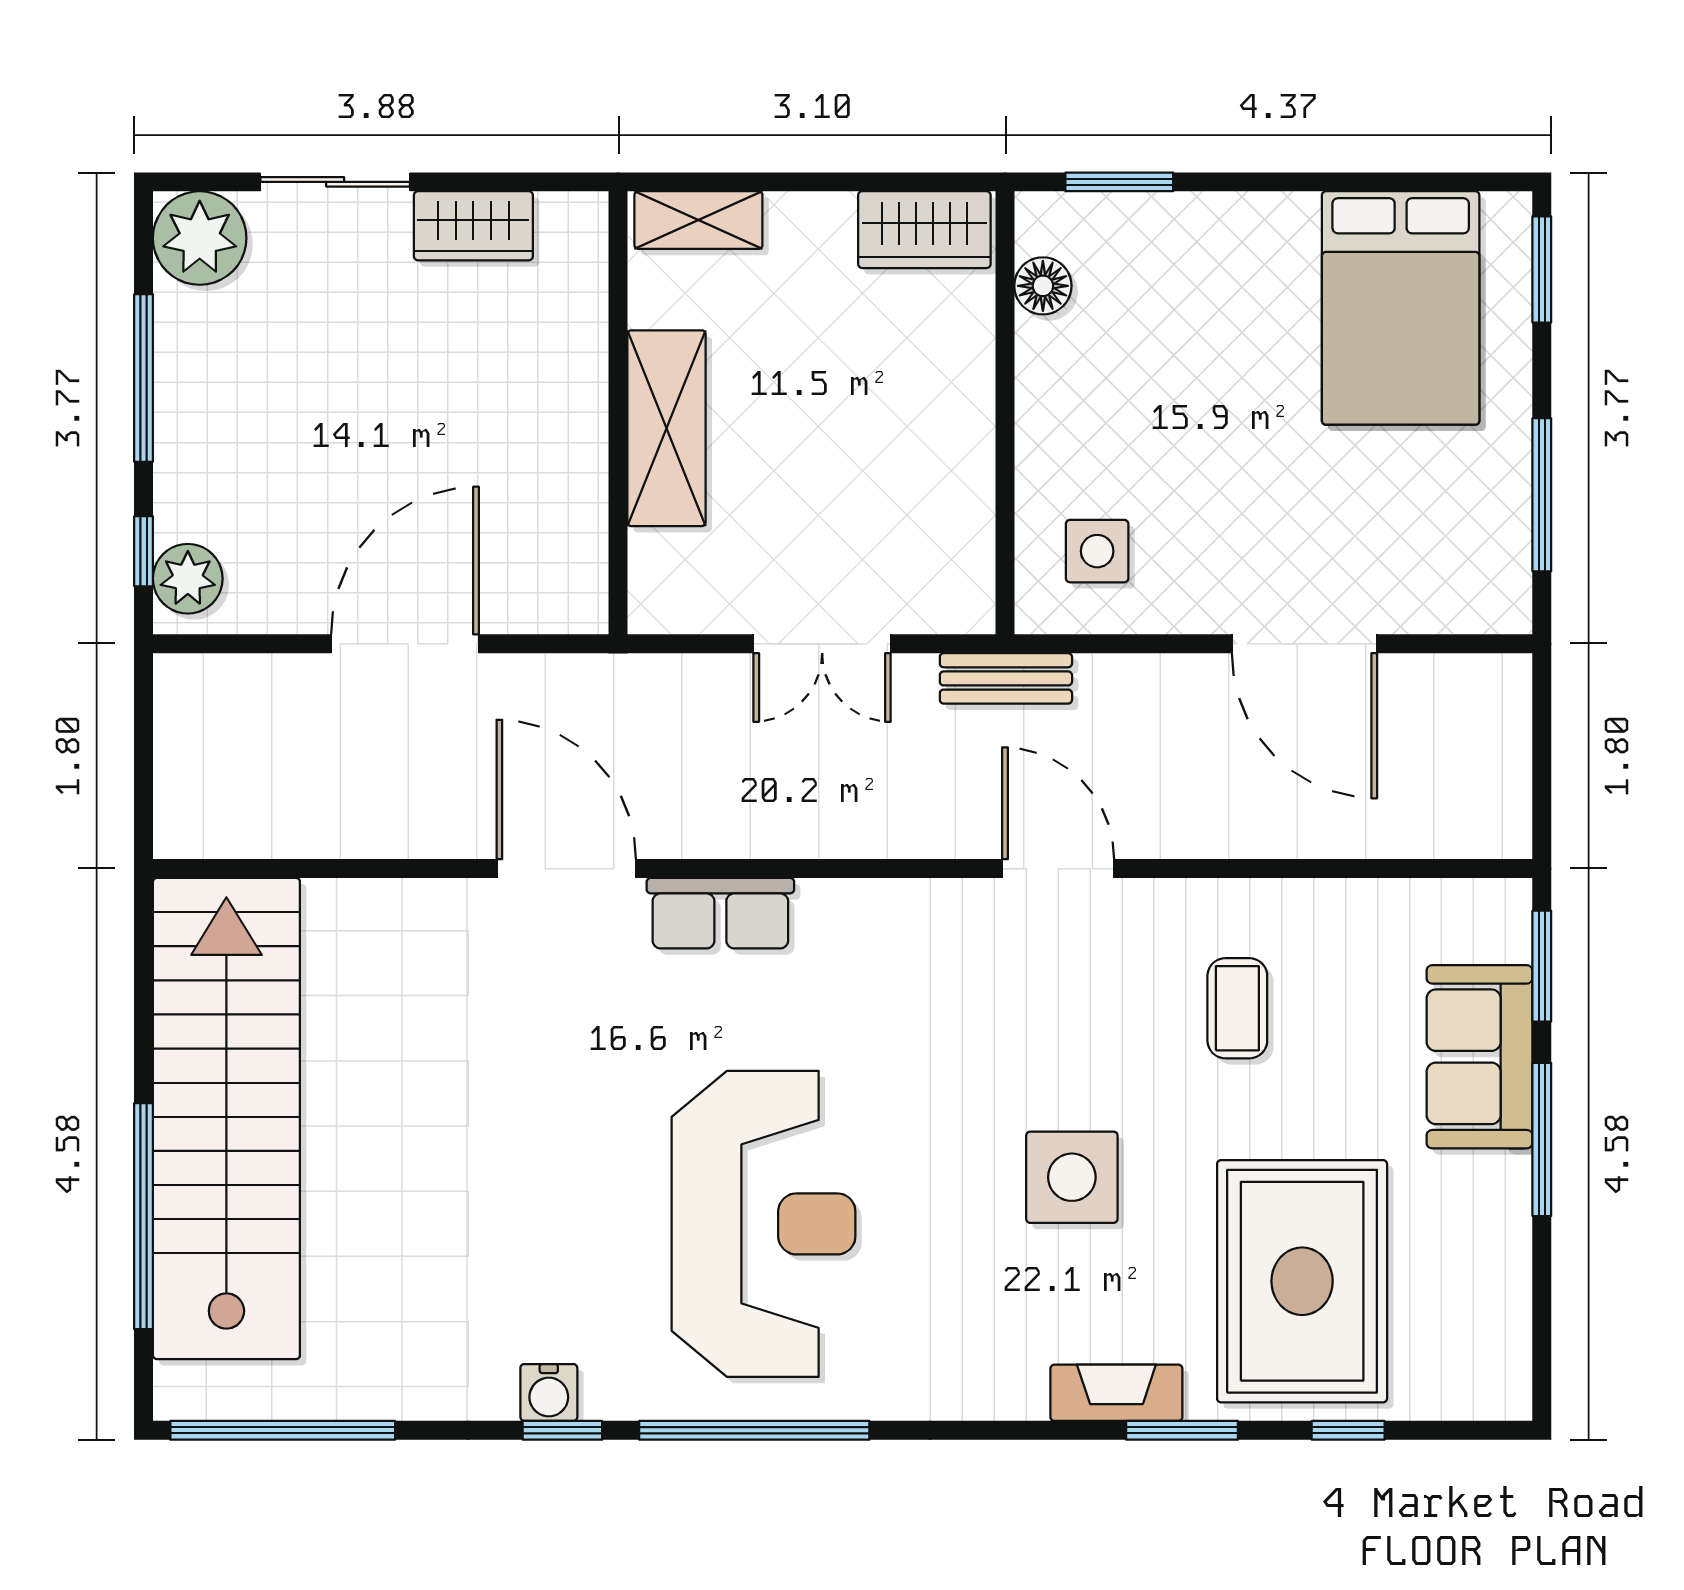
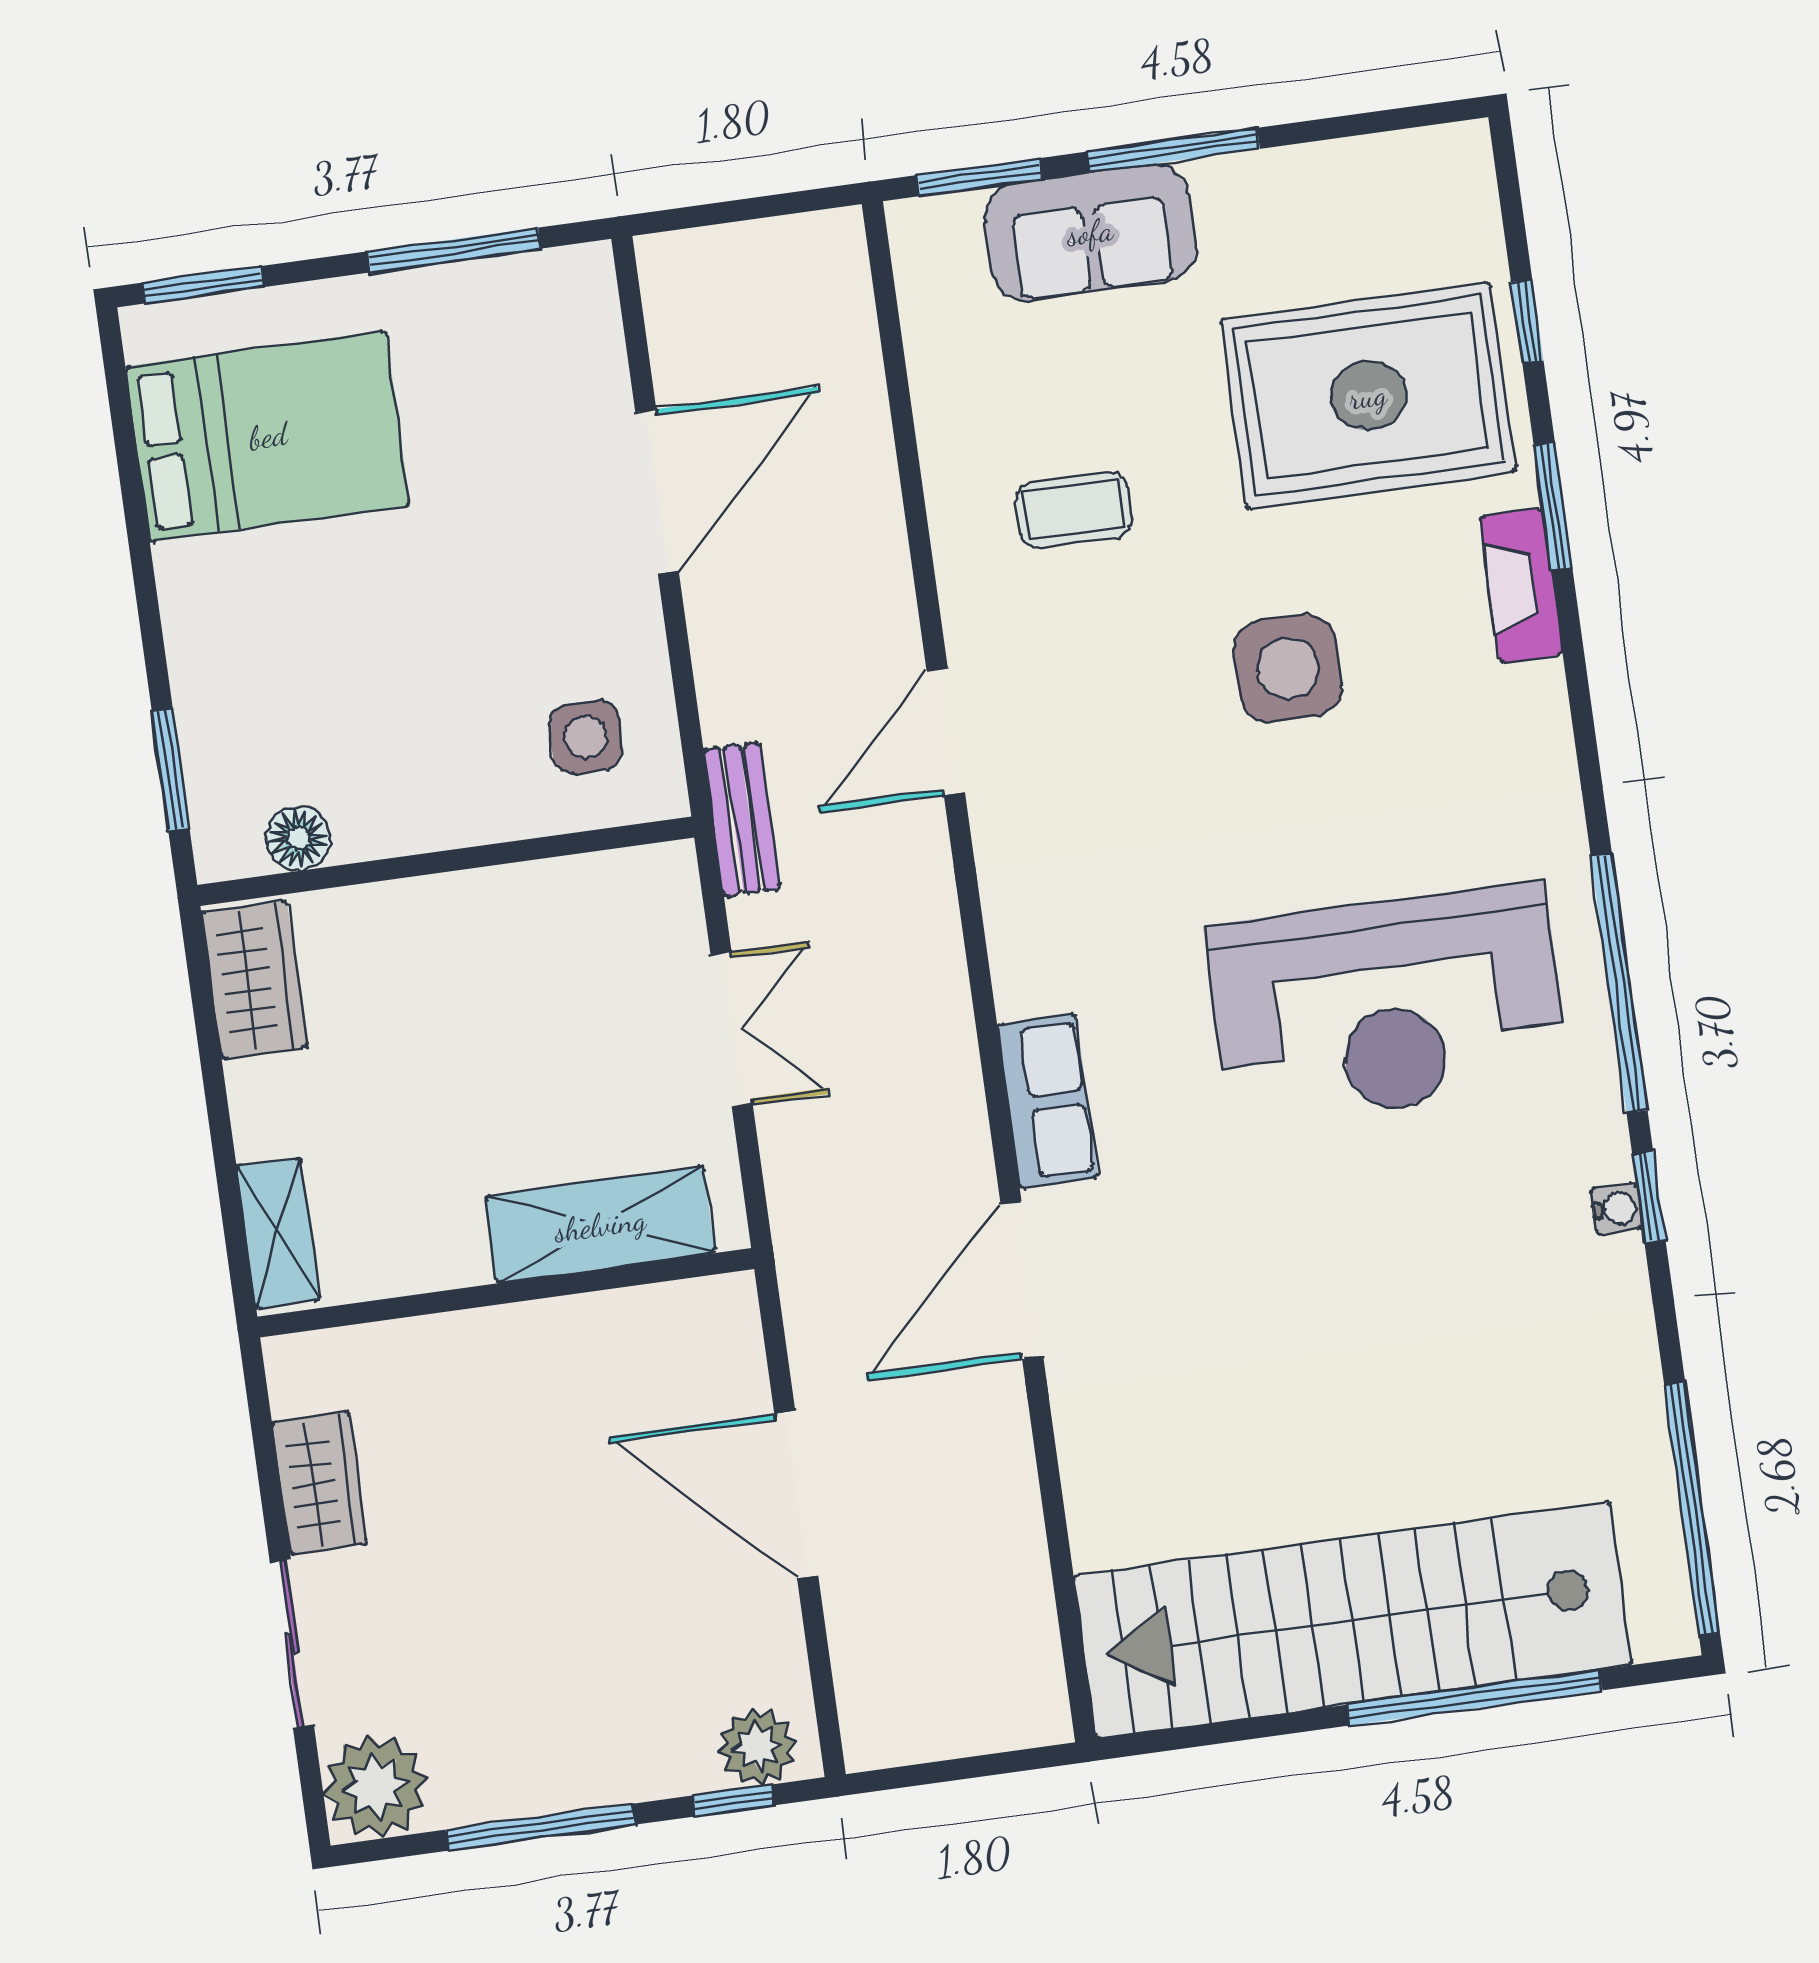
shelving: (667, 428) -> (600, 1225), moved
reception desk: (764, 1224) -> (1388, 1005), turned 180
water cooler: (549, 1392) -> (1616, 1208), width x0.72, depth x0.72

